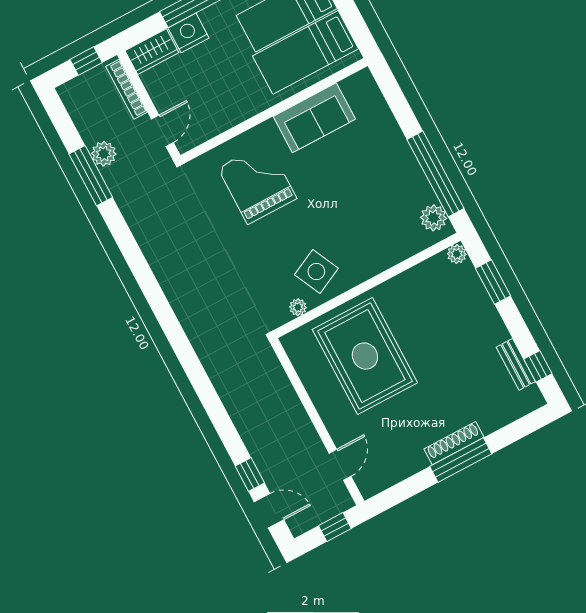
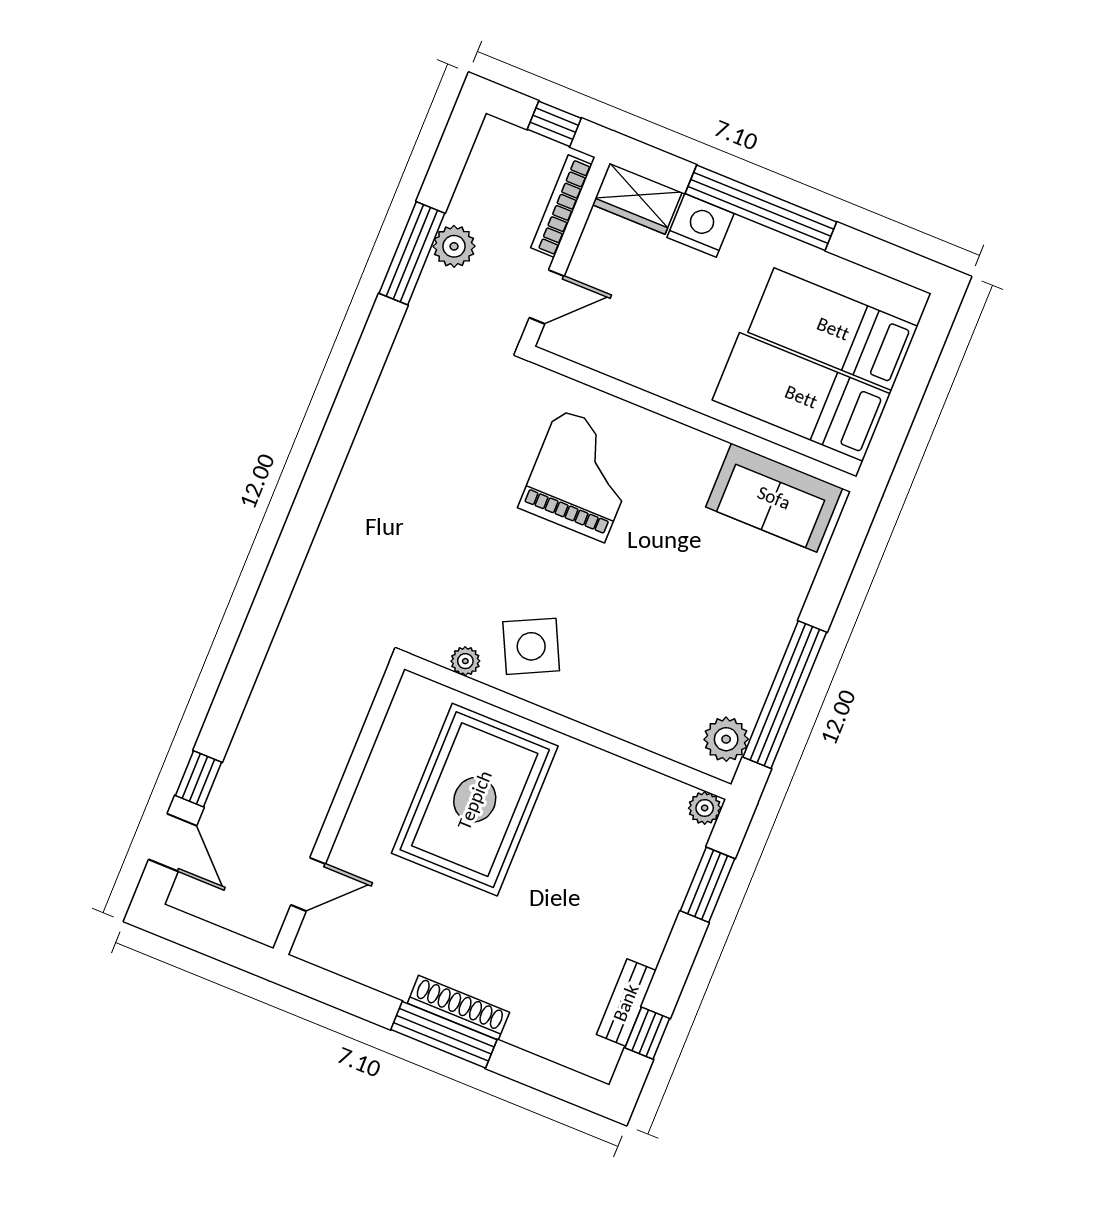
sofa: (314, 118) -> (774, 498), moved
window: (335, 527) -> (222, 945), removed

